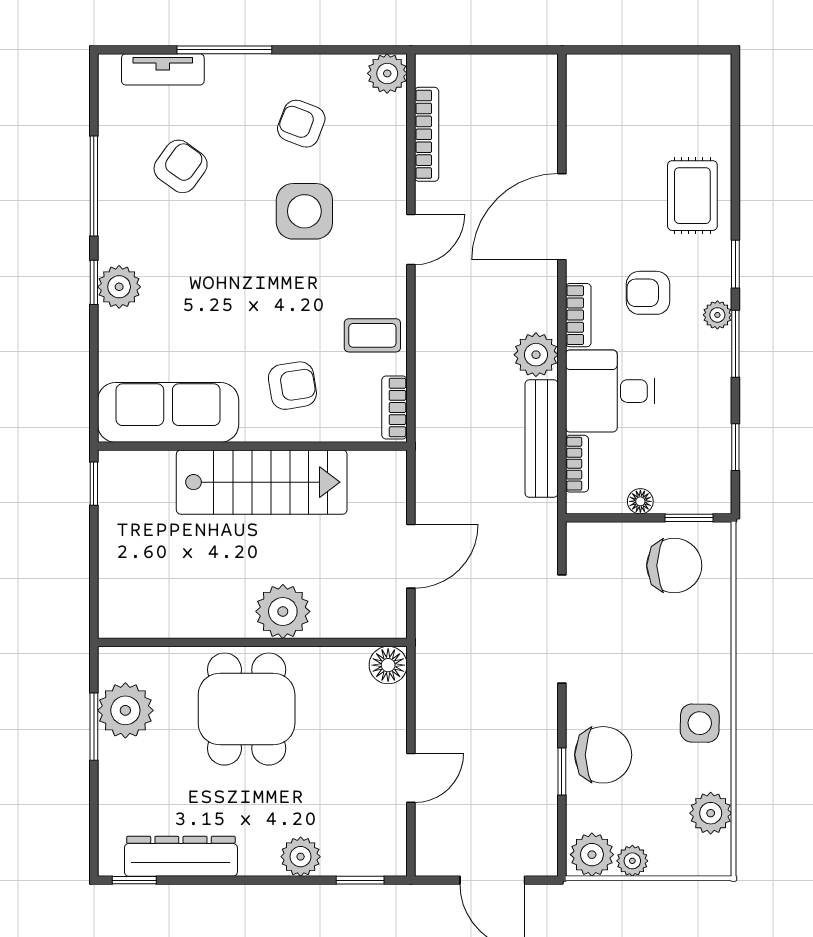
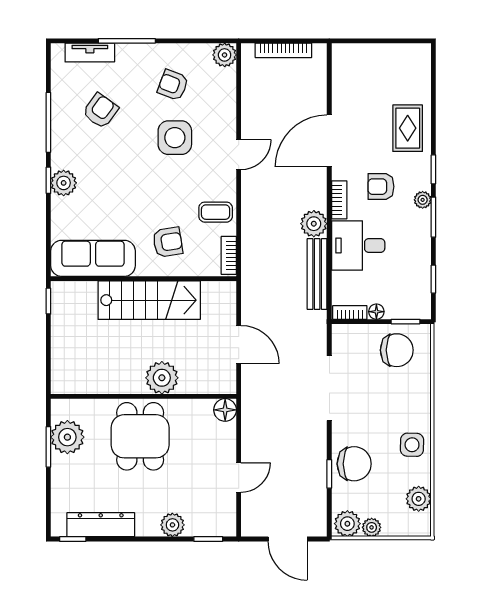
bookcase: (427, 134) -> (283, 50), moved, turned 90
bookcase: (577, 464) -> (350, 312), moved, turned -90
door: (411, 556) -> (239, 345), hinge flipped

